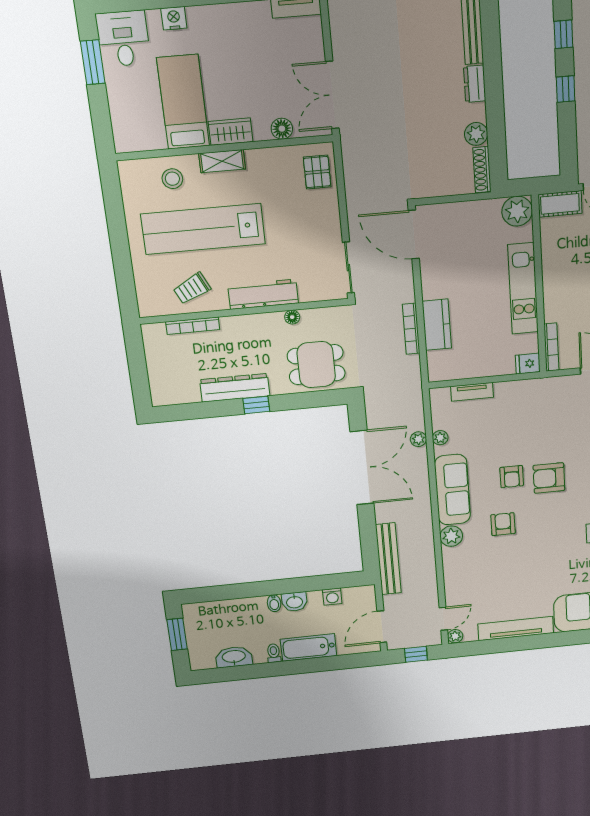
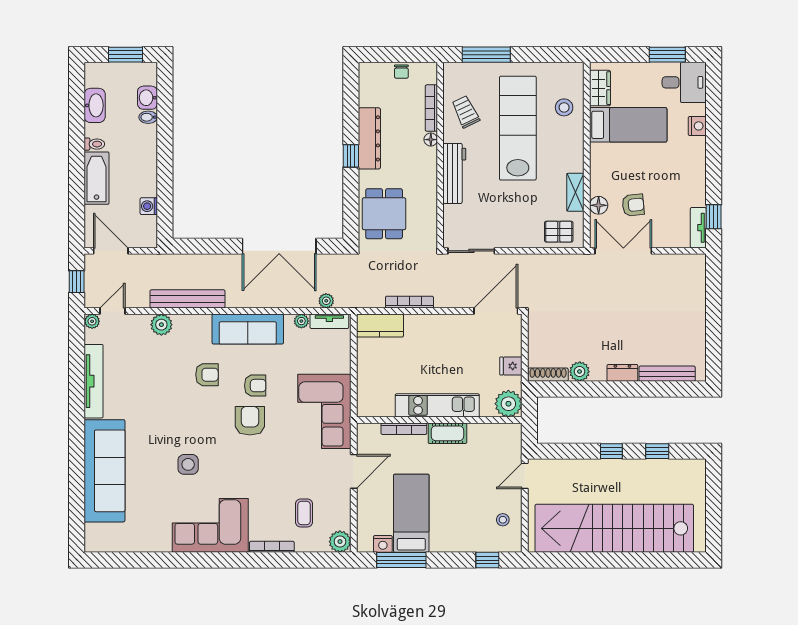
armchair: (277, 88) -> (633, 205), added
wardrobe: (230, 132) -> (600, 88), moved
shelving: (222, 161) -> (575, 192), moved
cot: (560, 204) -> (447, 433), moved, turned 90
window: (124, 272) -> (486, 55), added
floor lamp: (292, 317) -> (431, 140), moved
kitchen counter: (437, 325) -> (380, 326), moved
bookcase: (551, 347) -> (404, 429), moved
chair: (156, 361) -> (401, 72), added
fridge: (528, 364) -> (511, 366), moved, turned -90
tv unit: (472, 392) -> (329, 321), moved, turned -90
corner sofa: (535, 405) -> (324, 411), added
plant: (418, 439) -> (326, 301), moved
armchair: (512, 477) -> (255, 386), turned 180
plant: (451, 536) -> (161, 325), moved
bench: (388, 559) -> (187, 299), moved
washbasin: (294, 602) -> (147, 98), moved
bidet: (274, 603) -> (148, 117), moved
door: (443, 619) -> (112, 311), swing flipped

